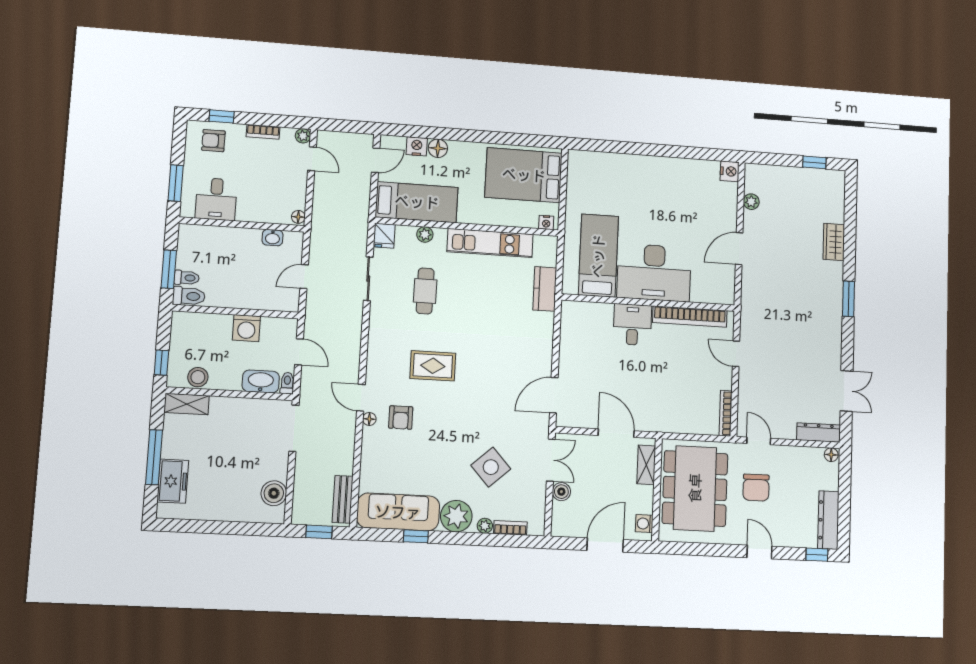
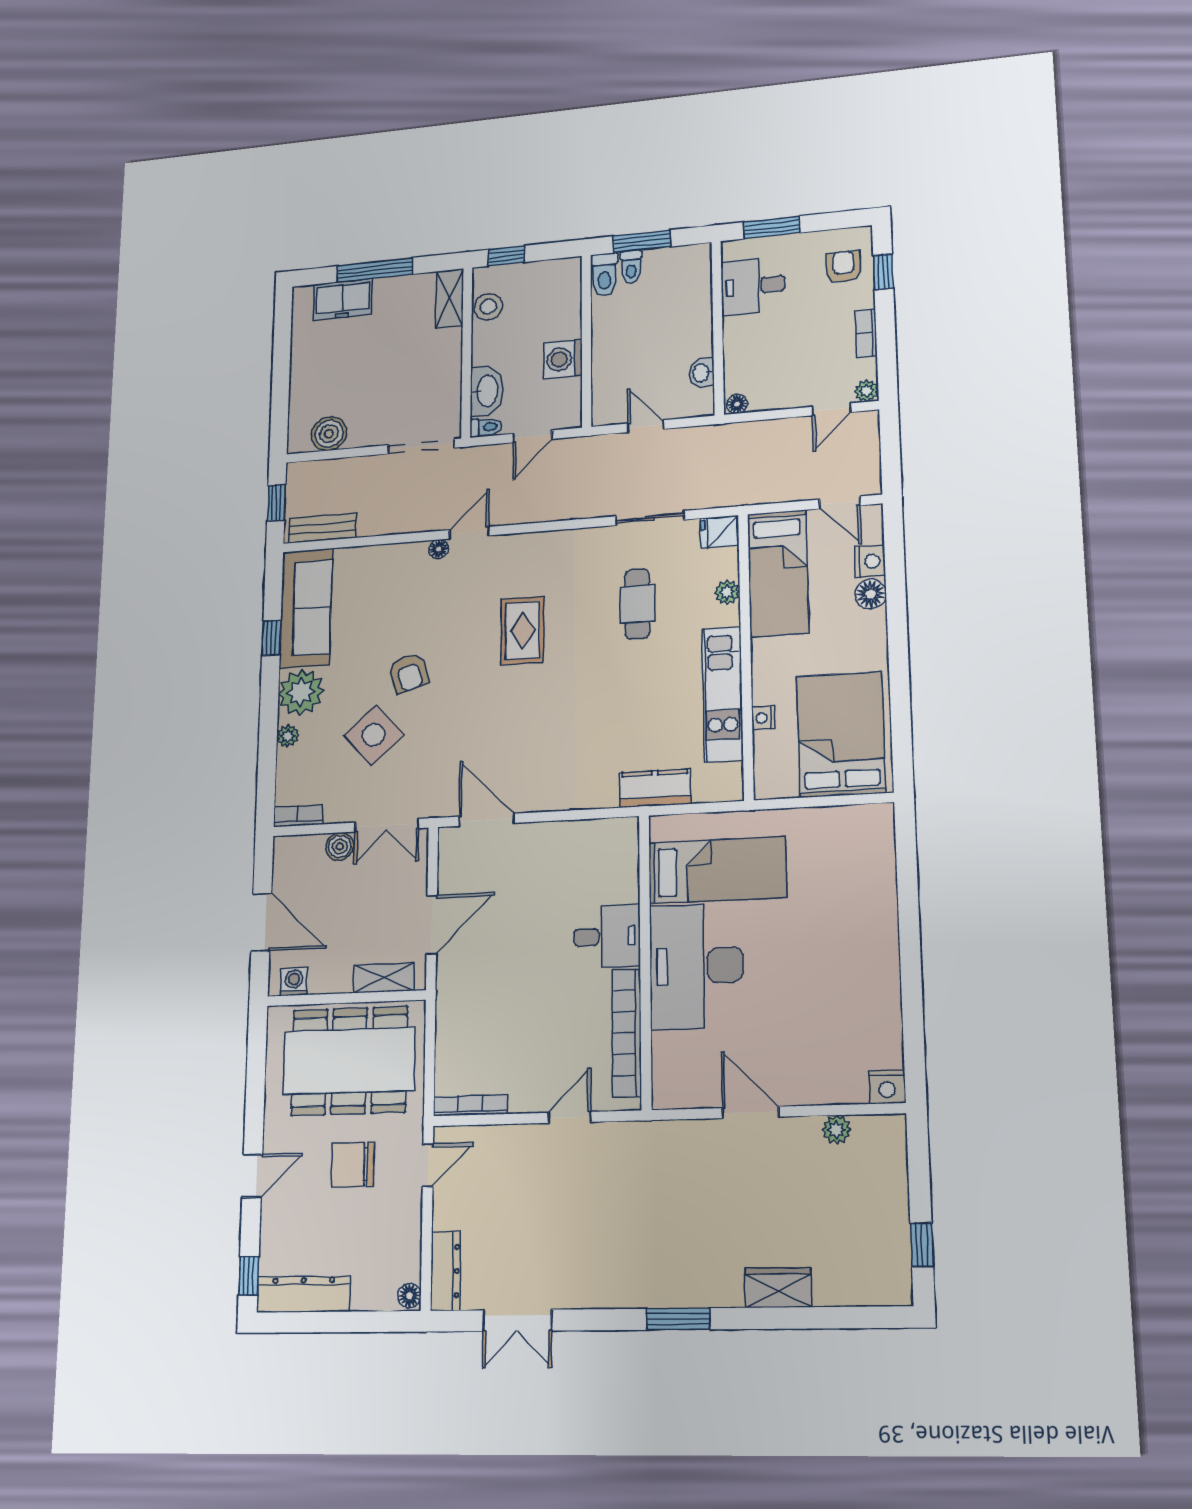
nightstand: (546, 222) -> (763, 718), moved
cafe table: (425, 291) -> (637, 604), turned 90
armchair: (401, 417) -> (409, 673), moved, turned -107
bookcase: (510, 528) -> (298, 816), moved, turned -90

